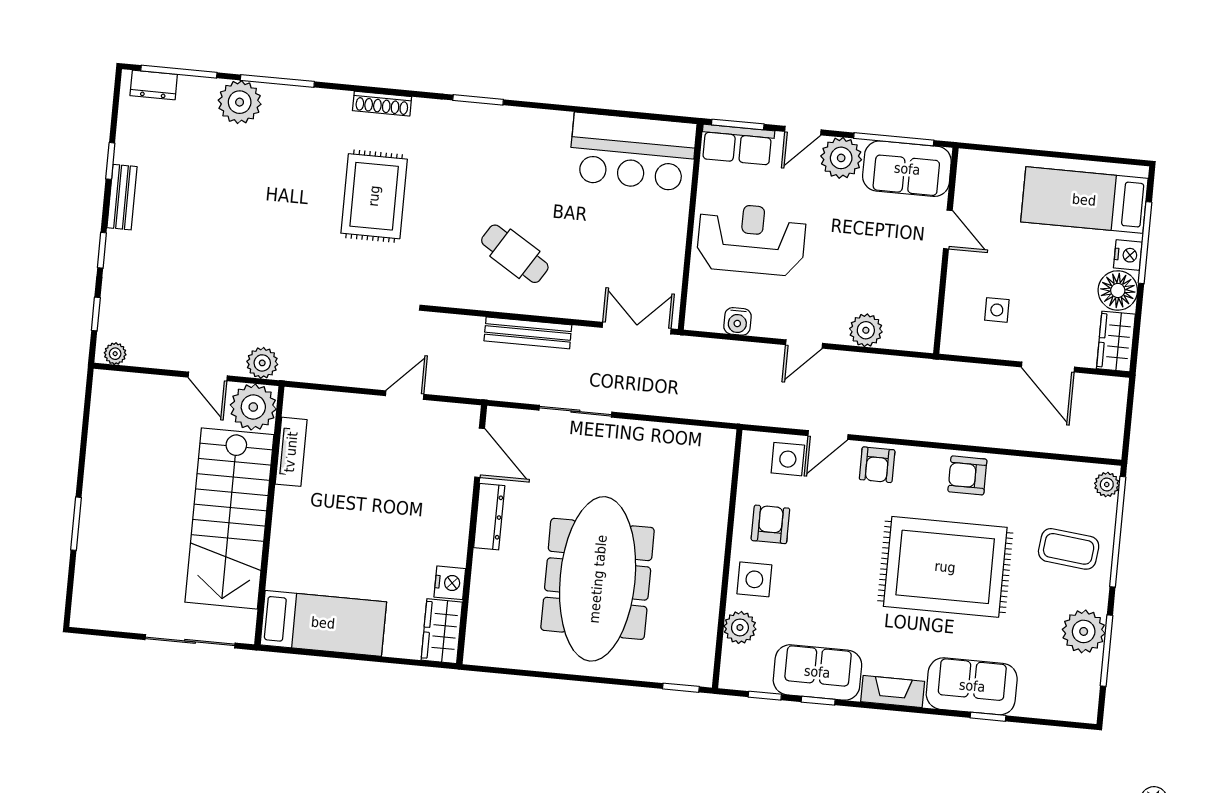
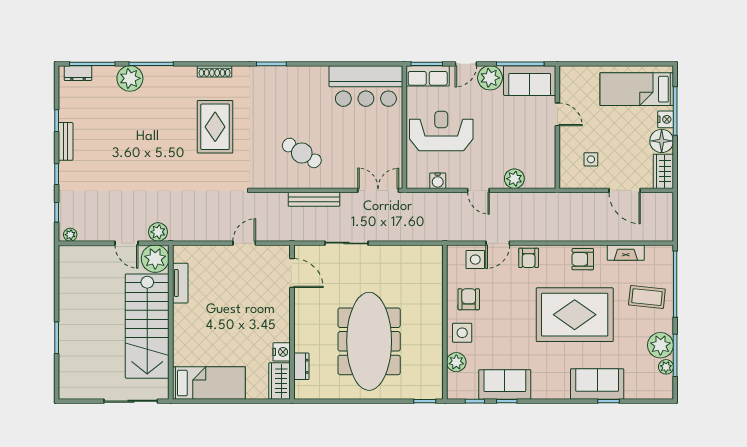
door: (804, 344) -> (478, 190), hinge flipped
plant: (1107, 485) -> (666, 367), moved
dresser: (489, 517) -> (301, 366), moved, width x0.70
fireplace: (893, 692) -> (626, 253), moved, turned 180

